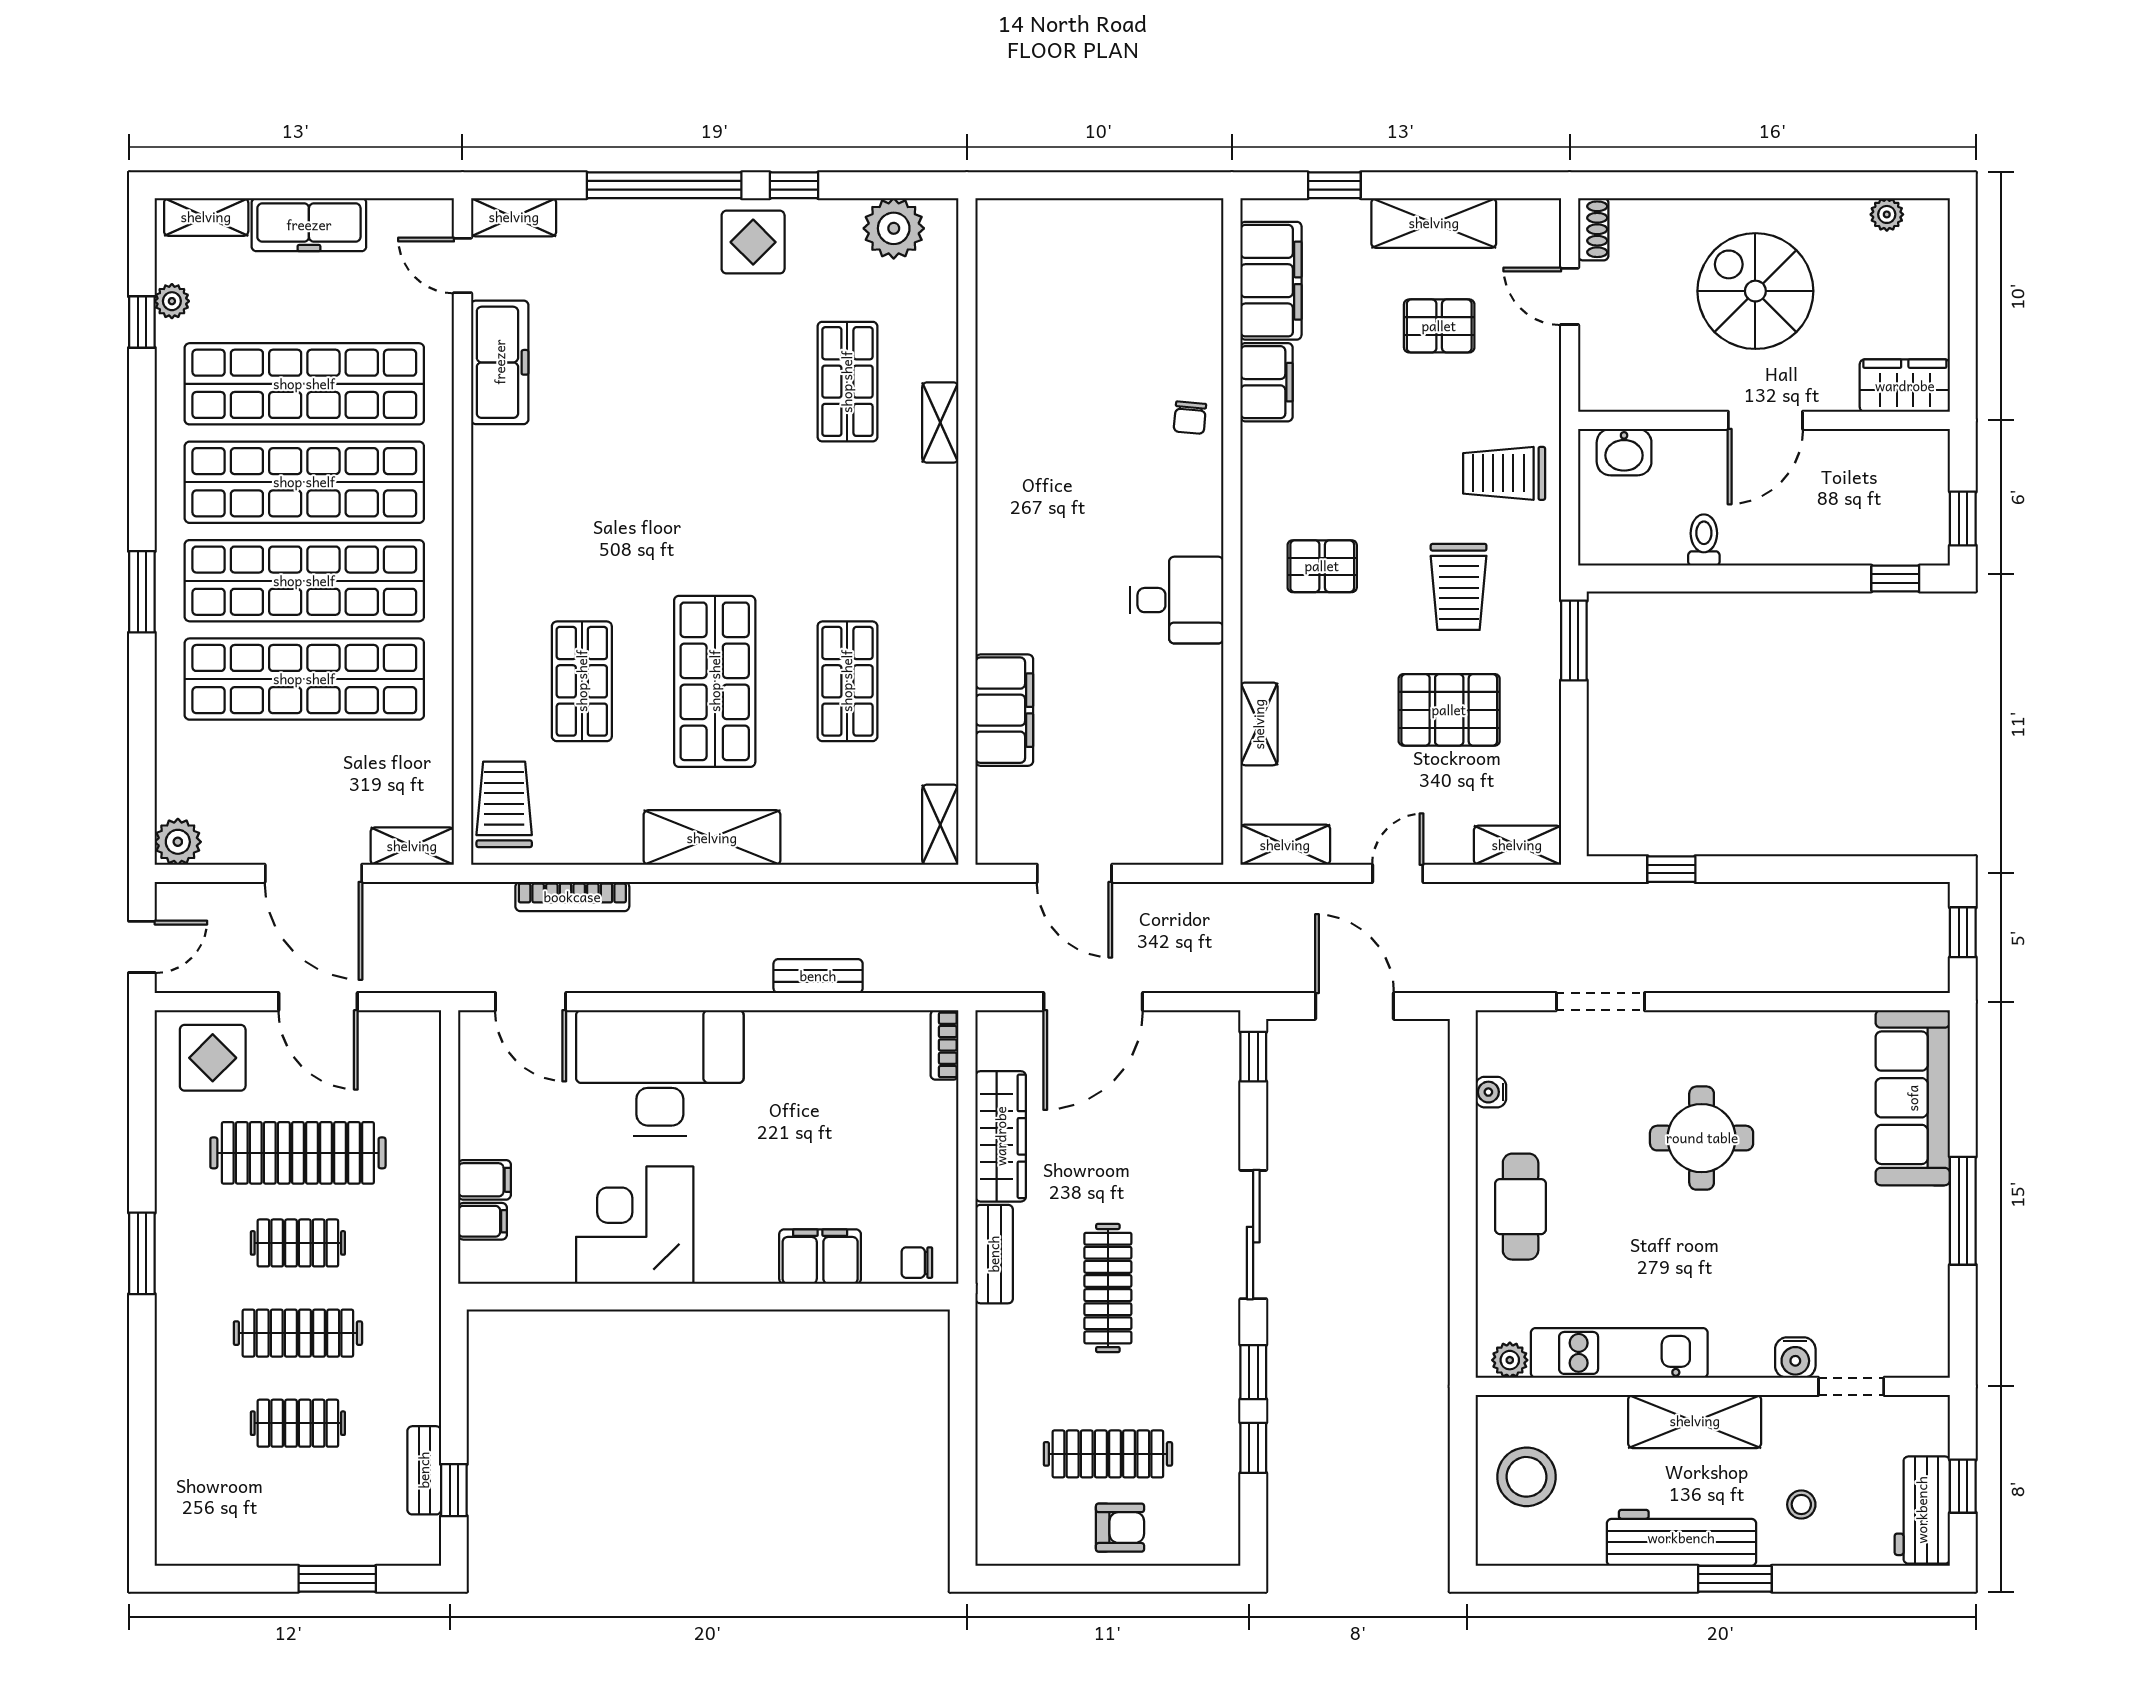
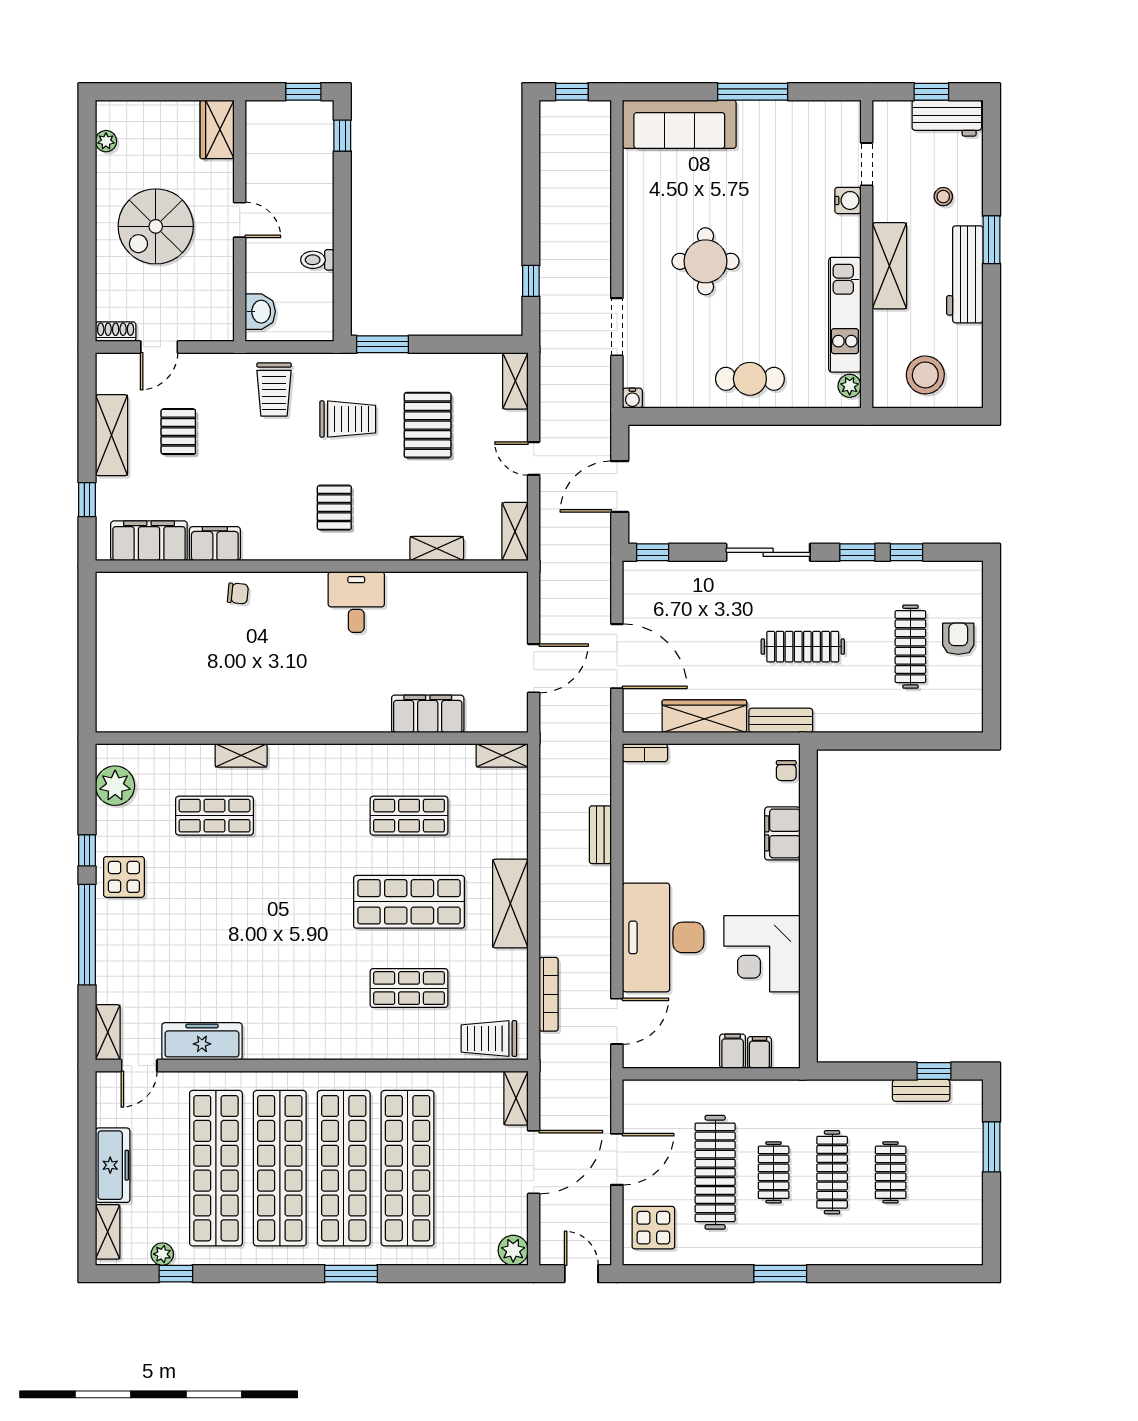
door: (1765, 420) -> (240, 220), width x0.73
water cooler: (1491, 1092) -> (632, 398), moved

